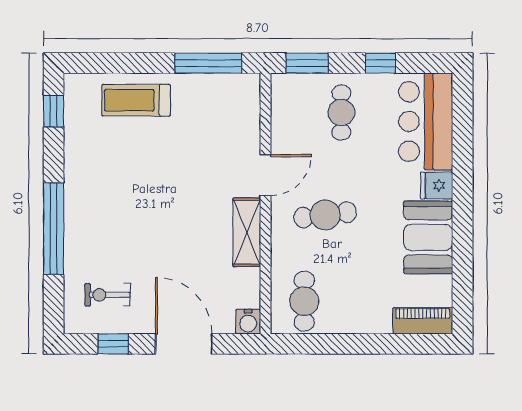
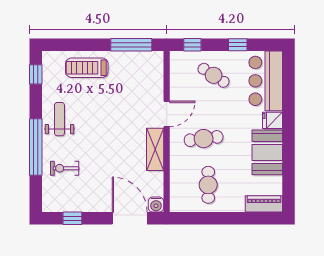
window: (307, 63) -> (192, 45), width x0.67
cafe table: (341, 113) -> (214, 75), turned -57
weight bench: (92, 183) -> (59, 119), added
exercise bike: (107, 295) -> (65, 168), moved
cafe table: (304, 301) -> (208, 185), moved
door: (184, 344) -> (130, 218), moved

